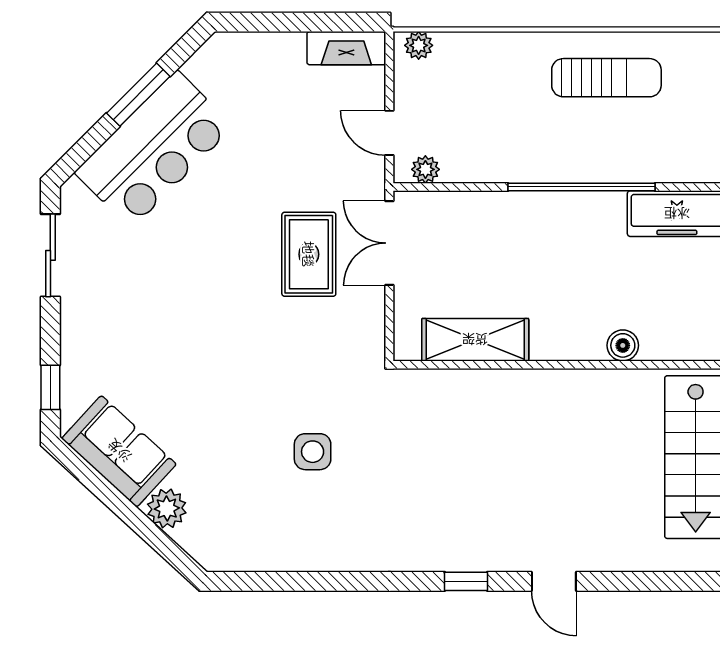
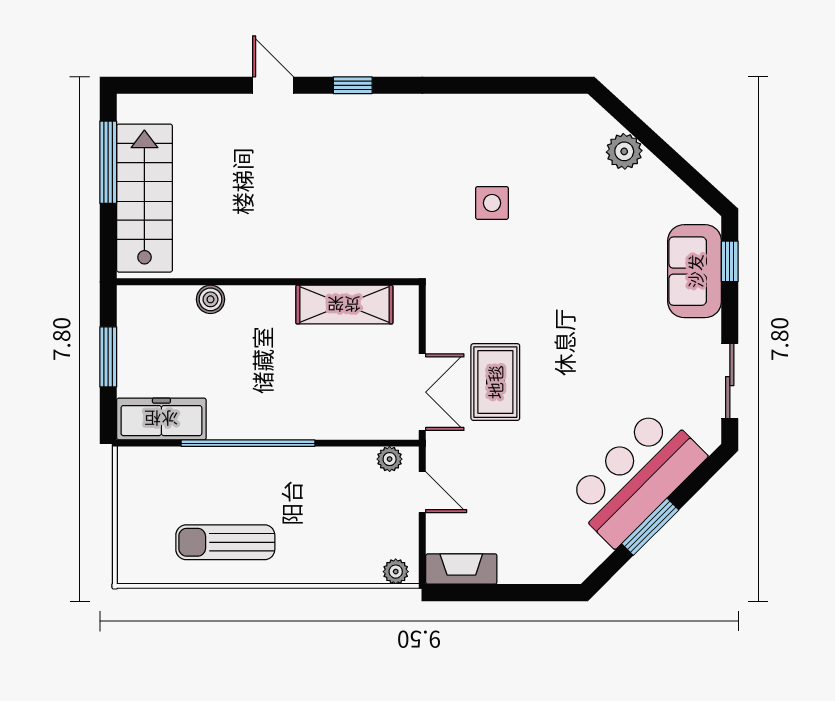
sofa: (119, 451) -> (695, 271), moved, turned 47

